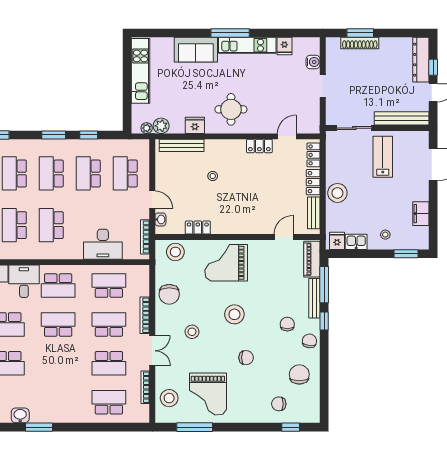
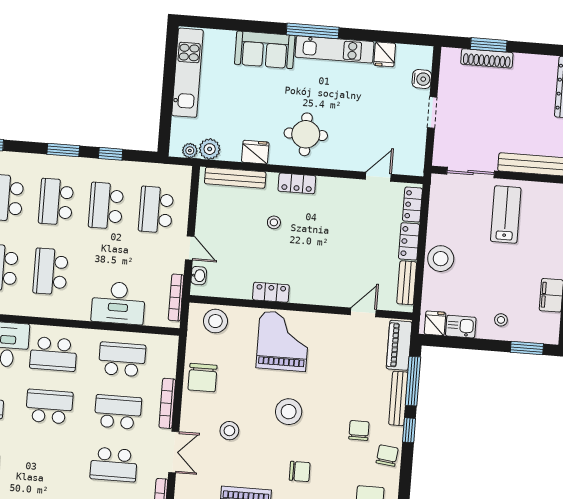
locker: (259, 146) -> (297, 183), moved
locker: (198, 228) -> (271, 292), moved
grand piano: (226, 263) -> (283, 341), turned 90

